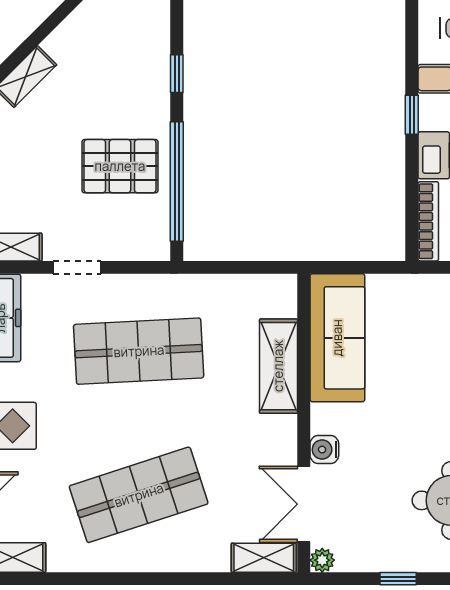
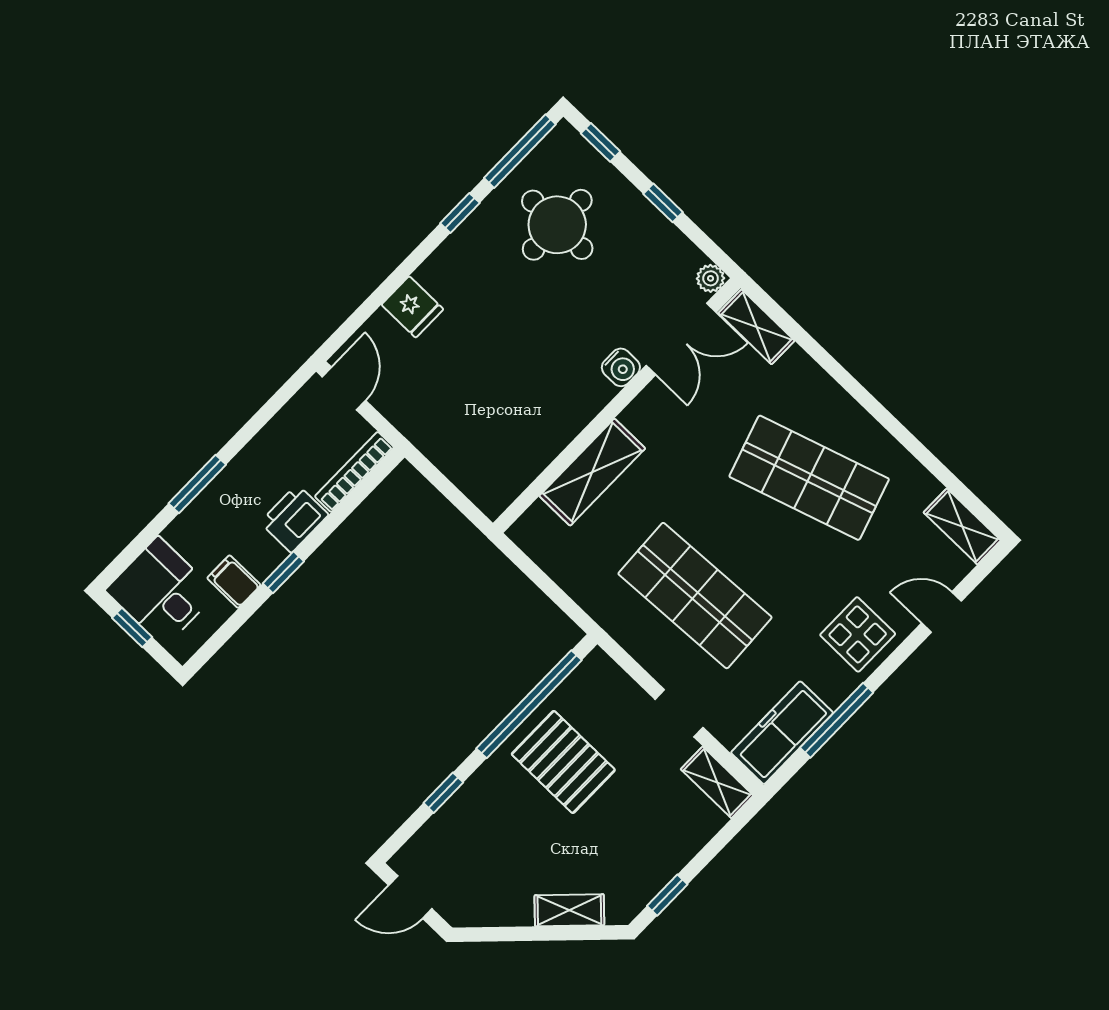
sofa: (337, 338) -> (521, 449), removed

